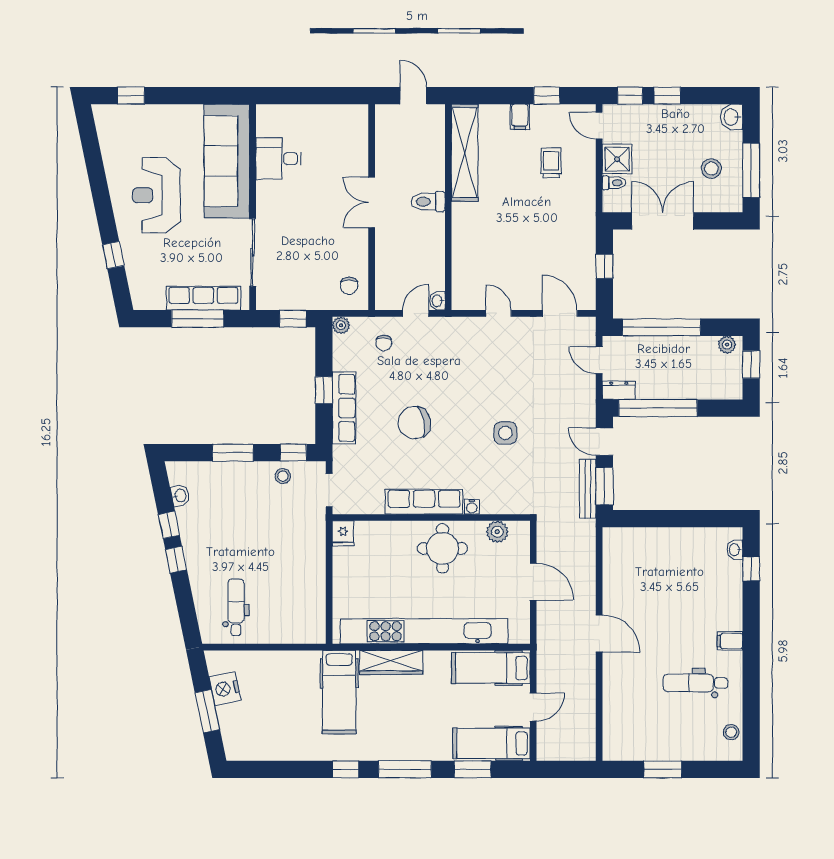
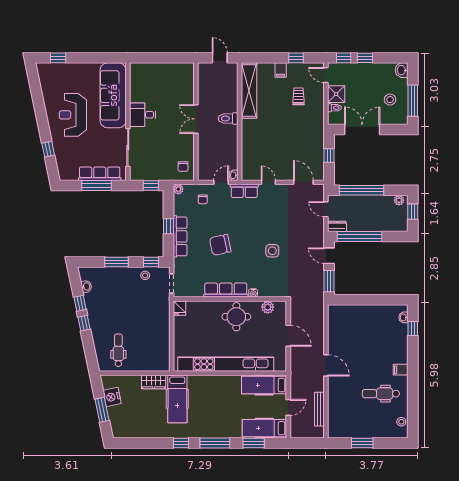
desk: (278, 159) -> (143, 115), moved
row of seats: (456, 328) -> (244, 191), added
bench: (588, 489) -> (319, 409), moved
wardrobe: (391, 662) -> (154, 382), moved, width x0.67

